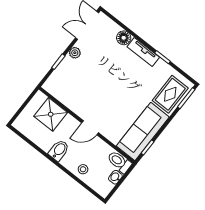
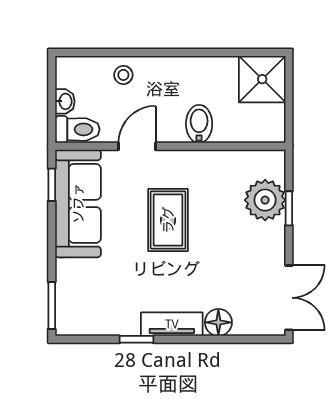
plant: (75, 53) -> (265, 200), moved, width x1.87, depth x1.87
rug: (170, 94) -> (168, 220), moved
shower: (51, 114) -> (262, 79), moved
door: (90, 128) -> (137, 146), moved
bidet: (59, 150) -> (199, 124), moved, turned 180

